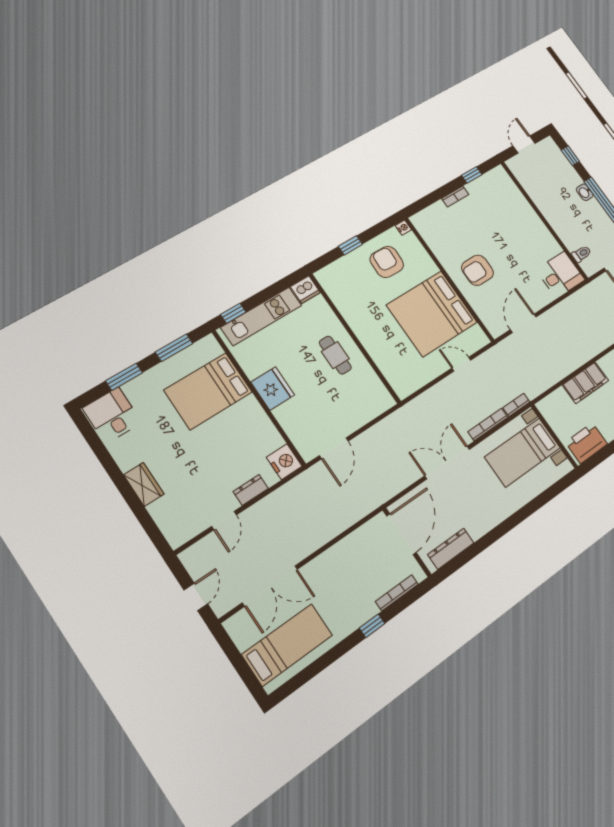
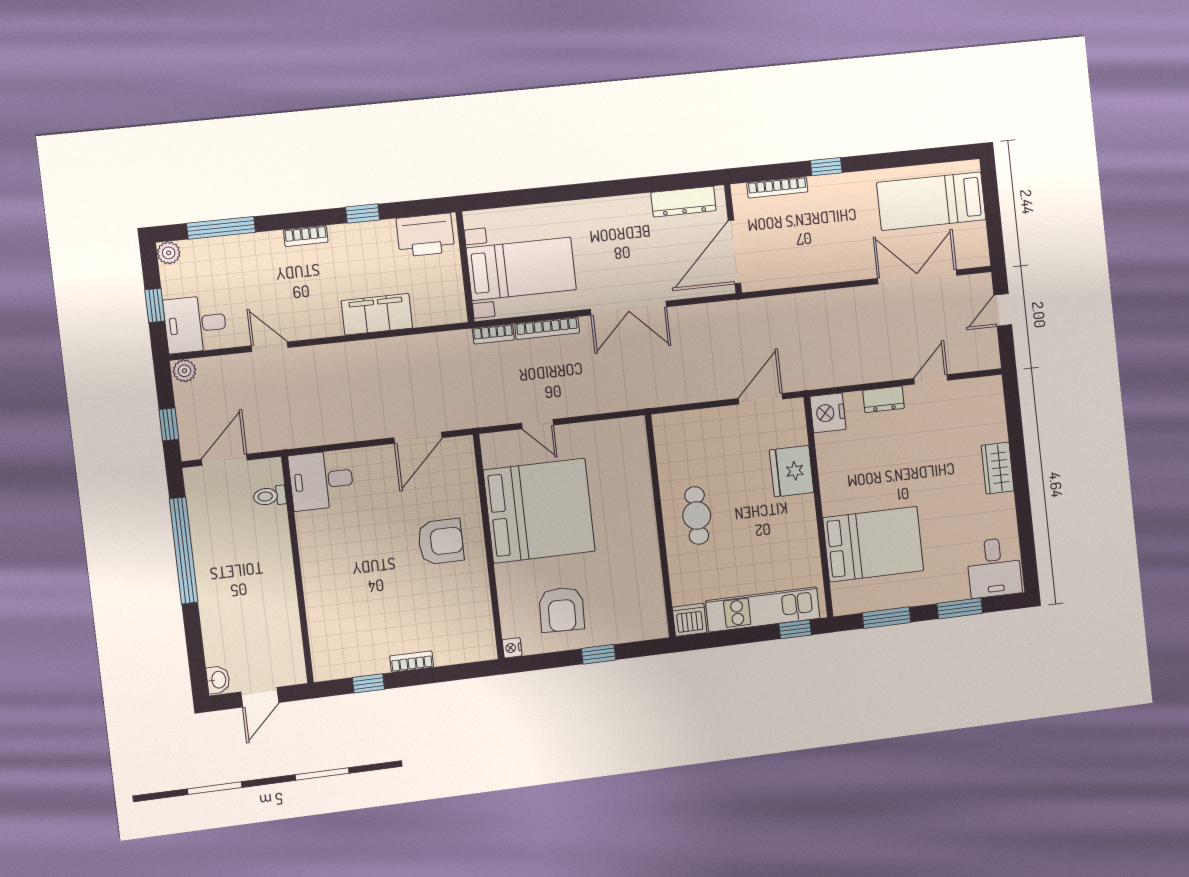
window: (570, 156) -> (195, 650), removed
washbasin: (585, 192) -> (218, 680), moved
fridge: (273, 388) -> (792, 471), moved

